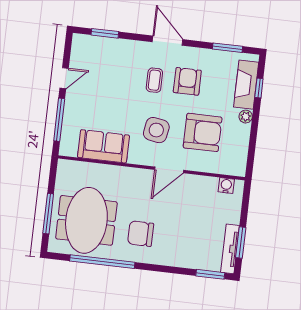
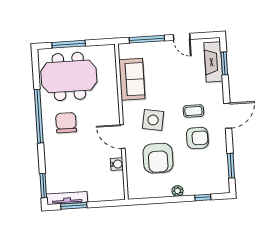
fireplace: (246, 85) -> (213, 62), moved, turned -90
water cooler: (226, 186) -> (117, 164), moved
window: (102, 262) -> (39, 116), moved

